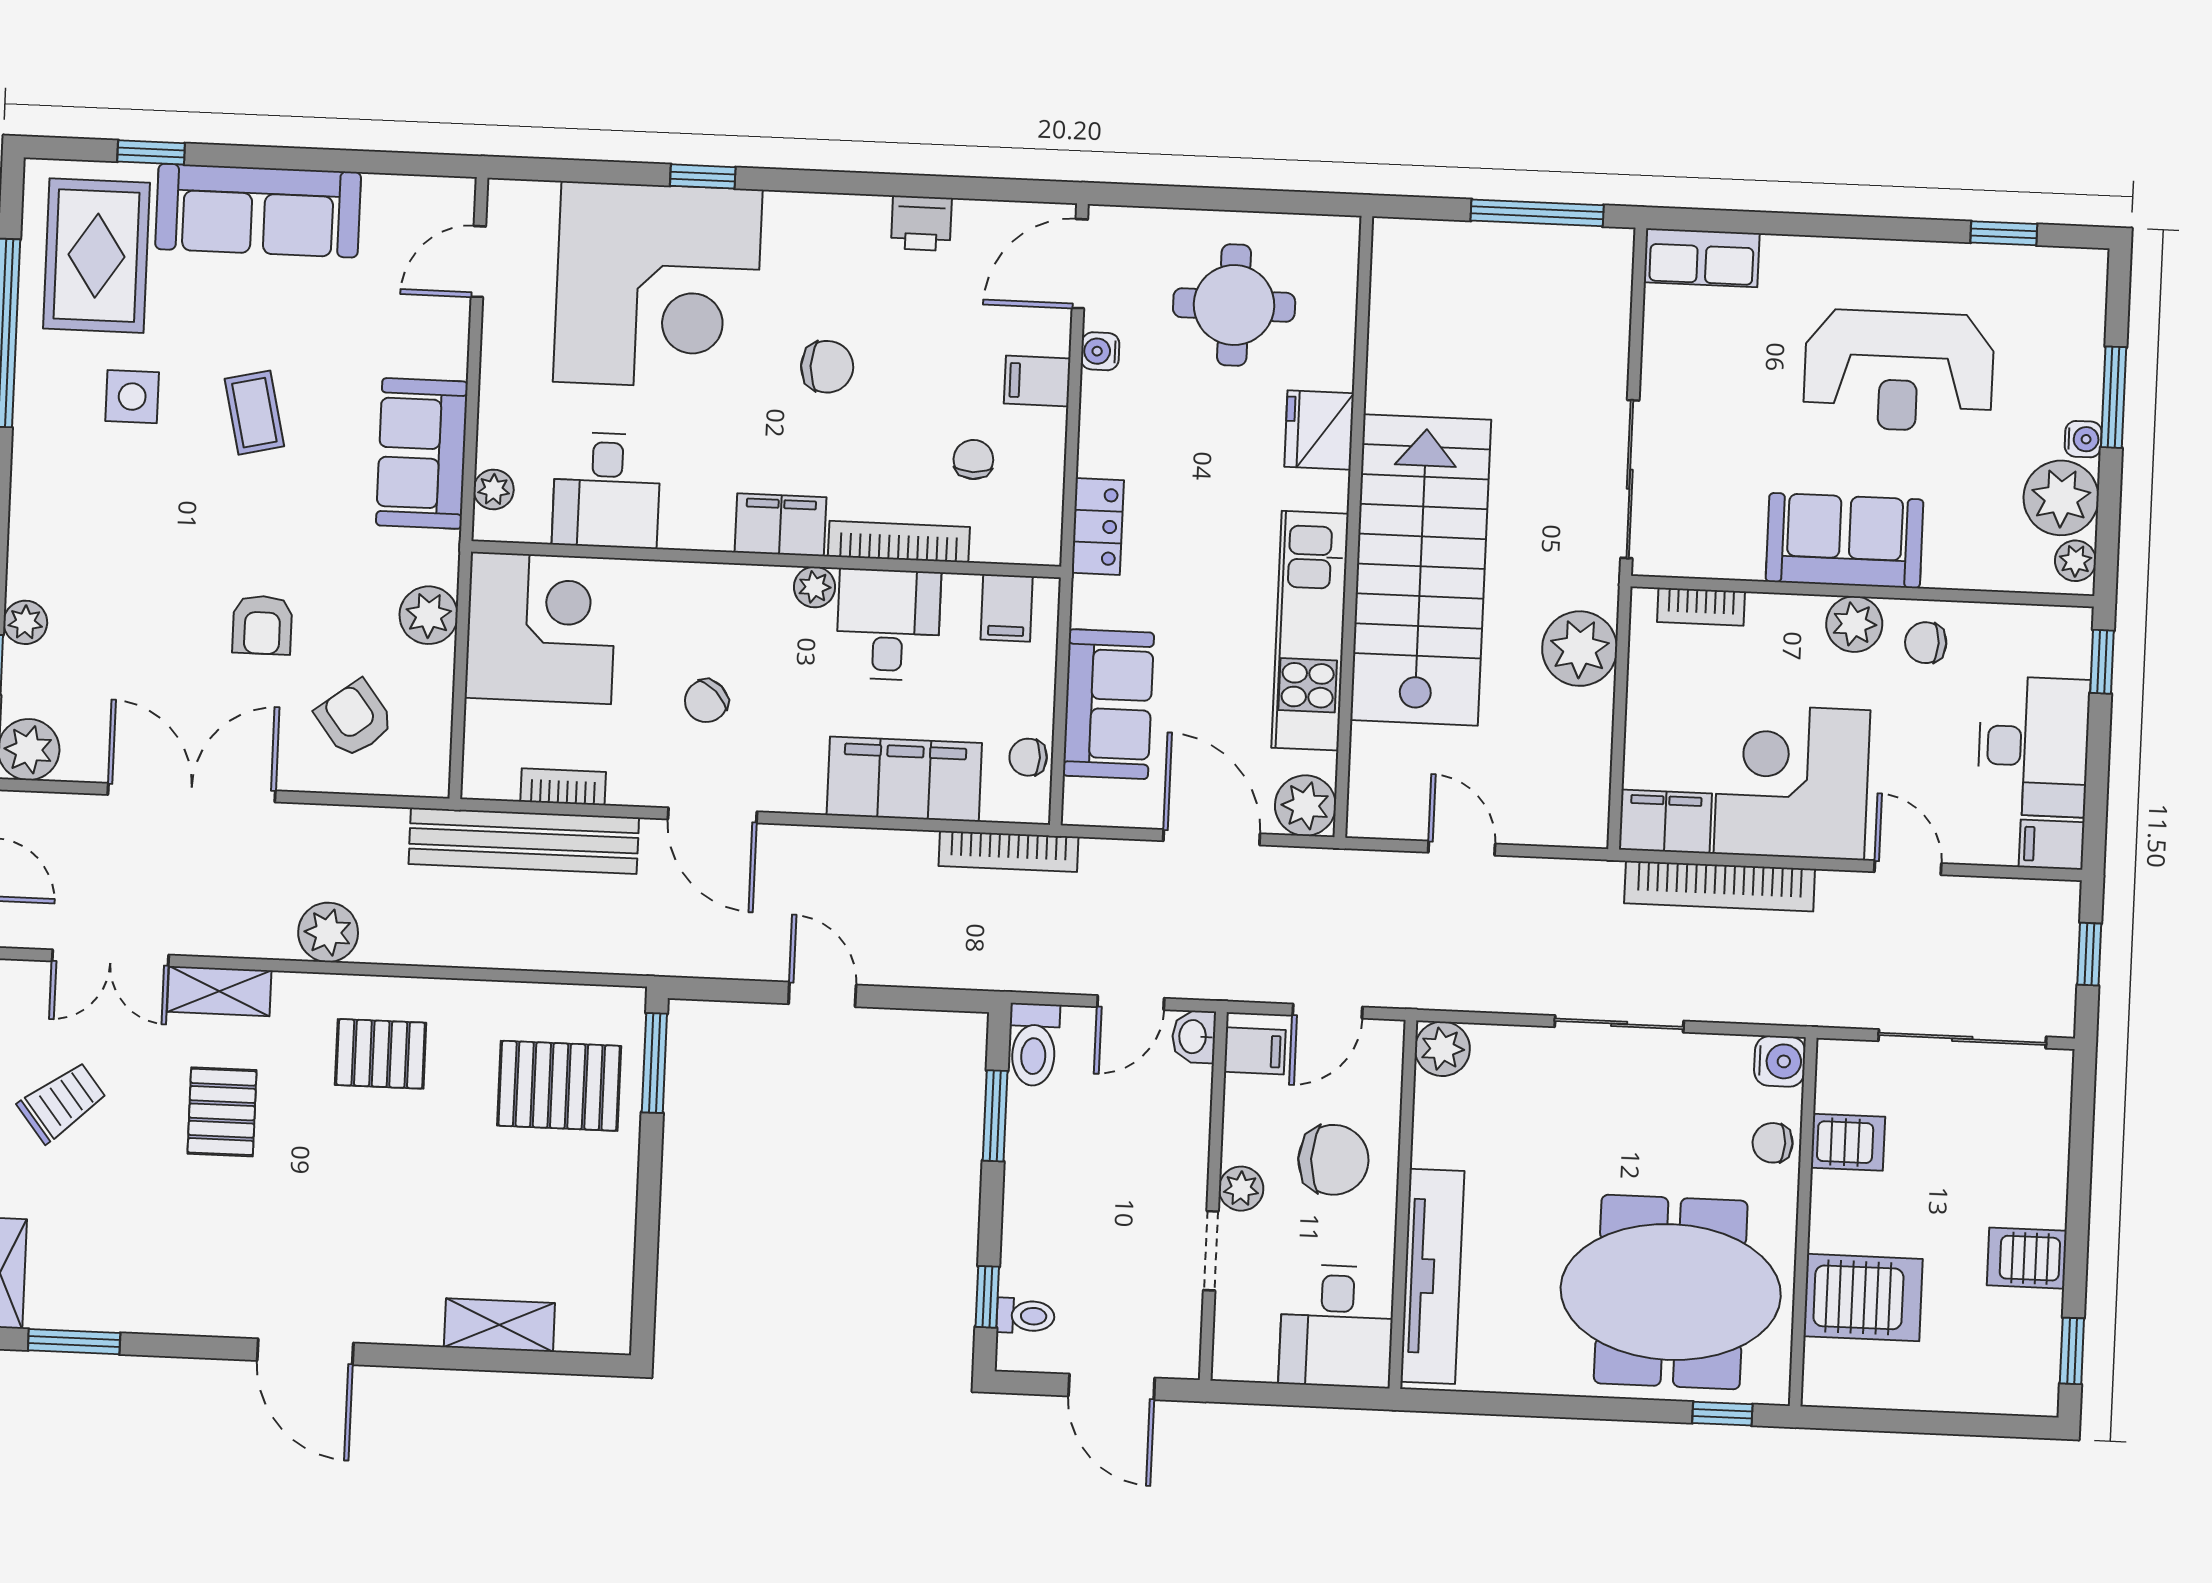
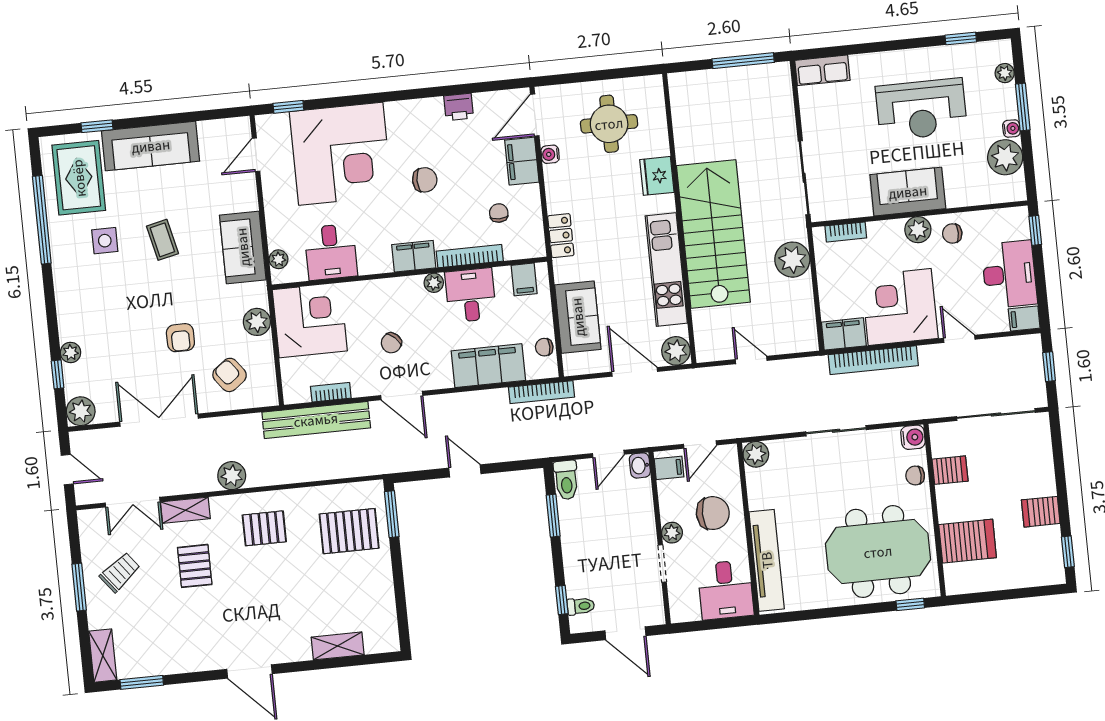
window: (703, 176) -> (288, 107), moved
filing cabinet: (1037, 381) -> (522, 161), width x2.00
plant: (2075, 561) -> (1005, 73), moved

